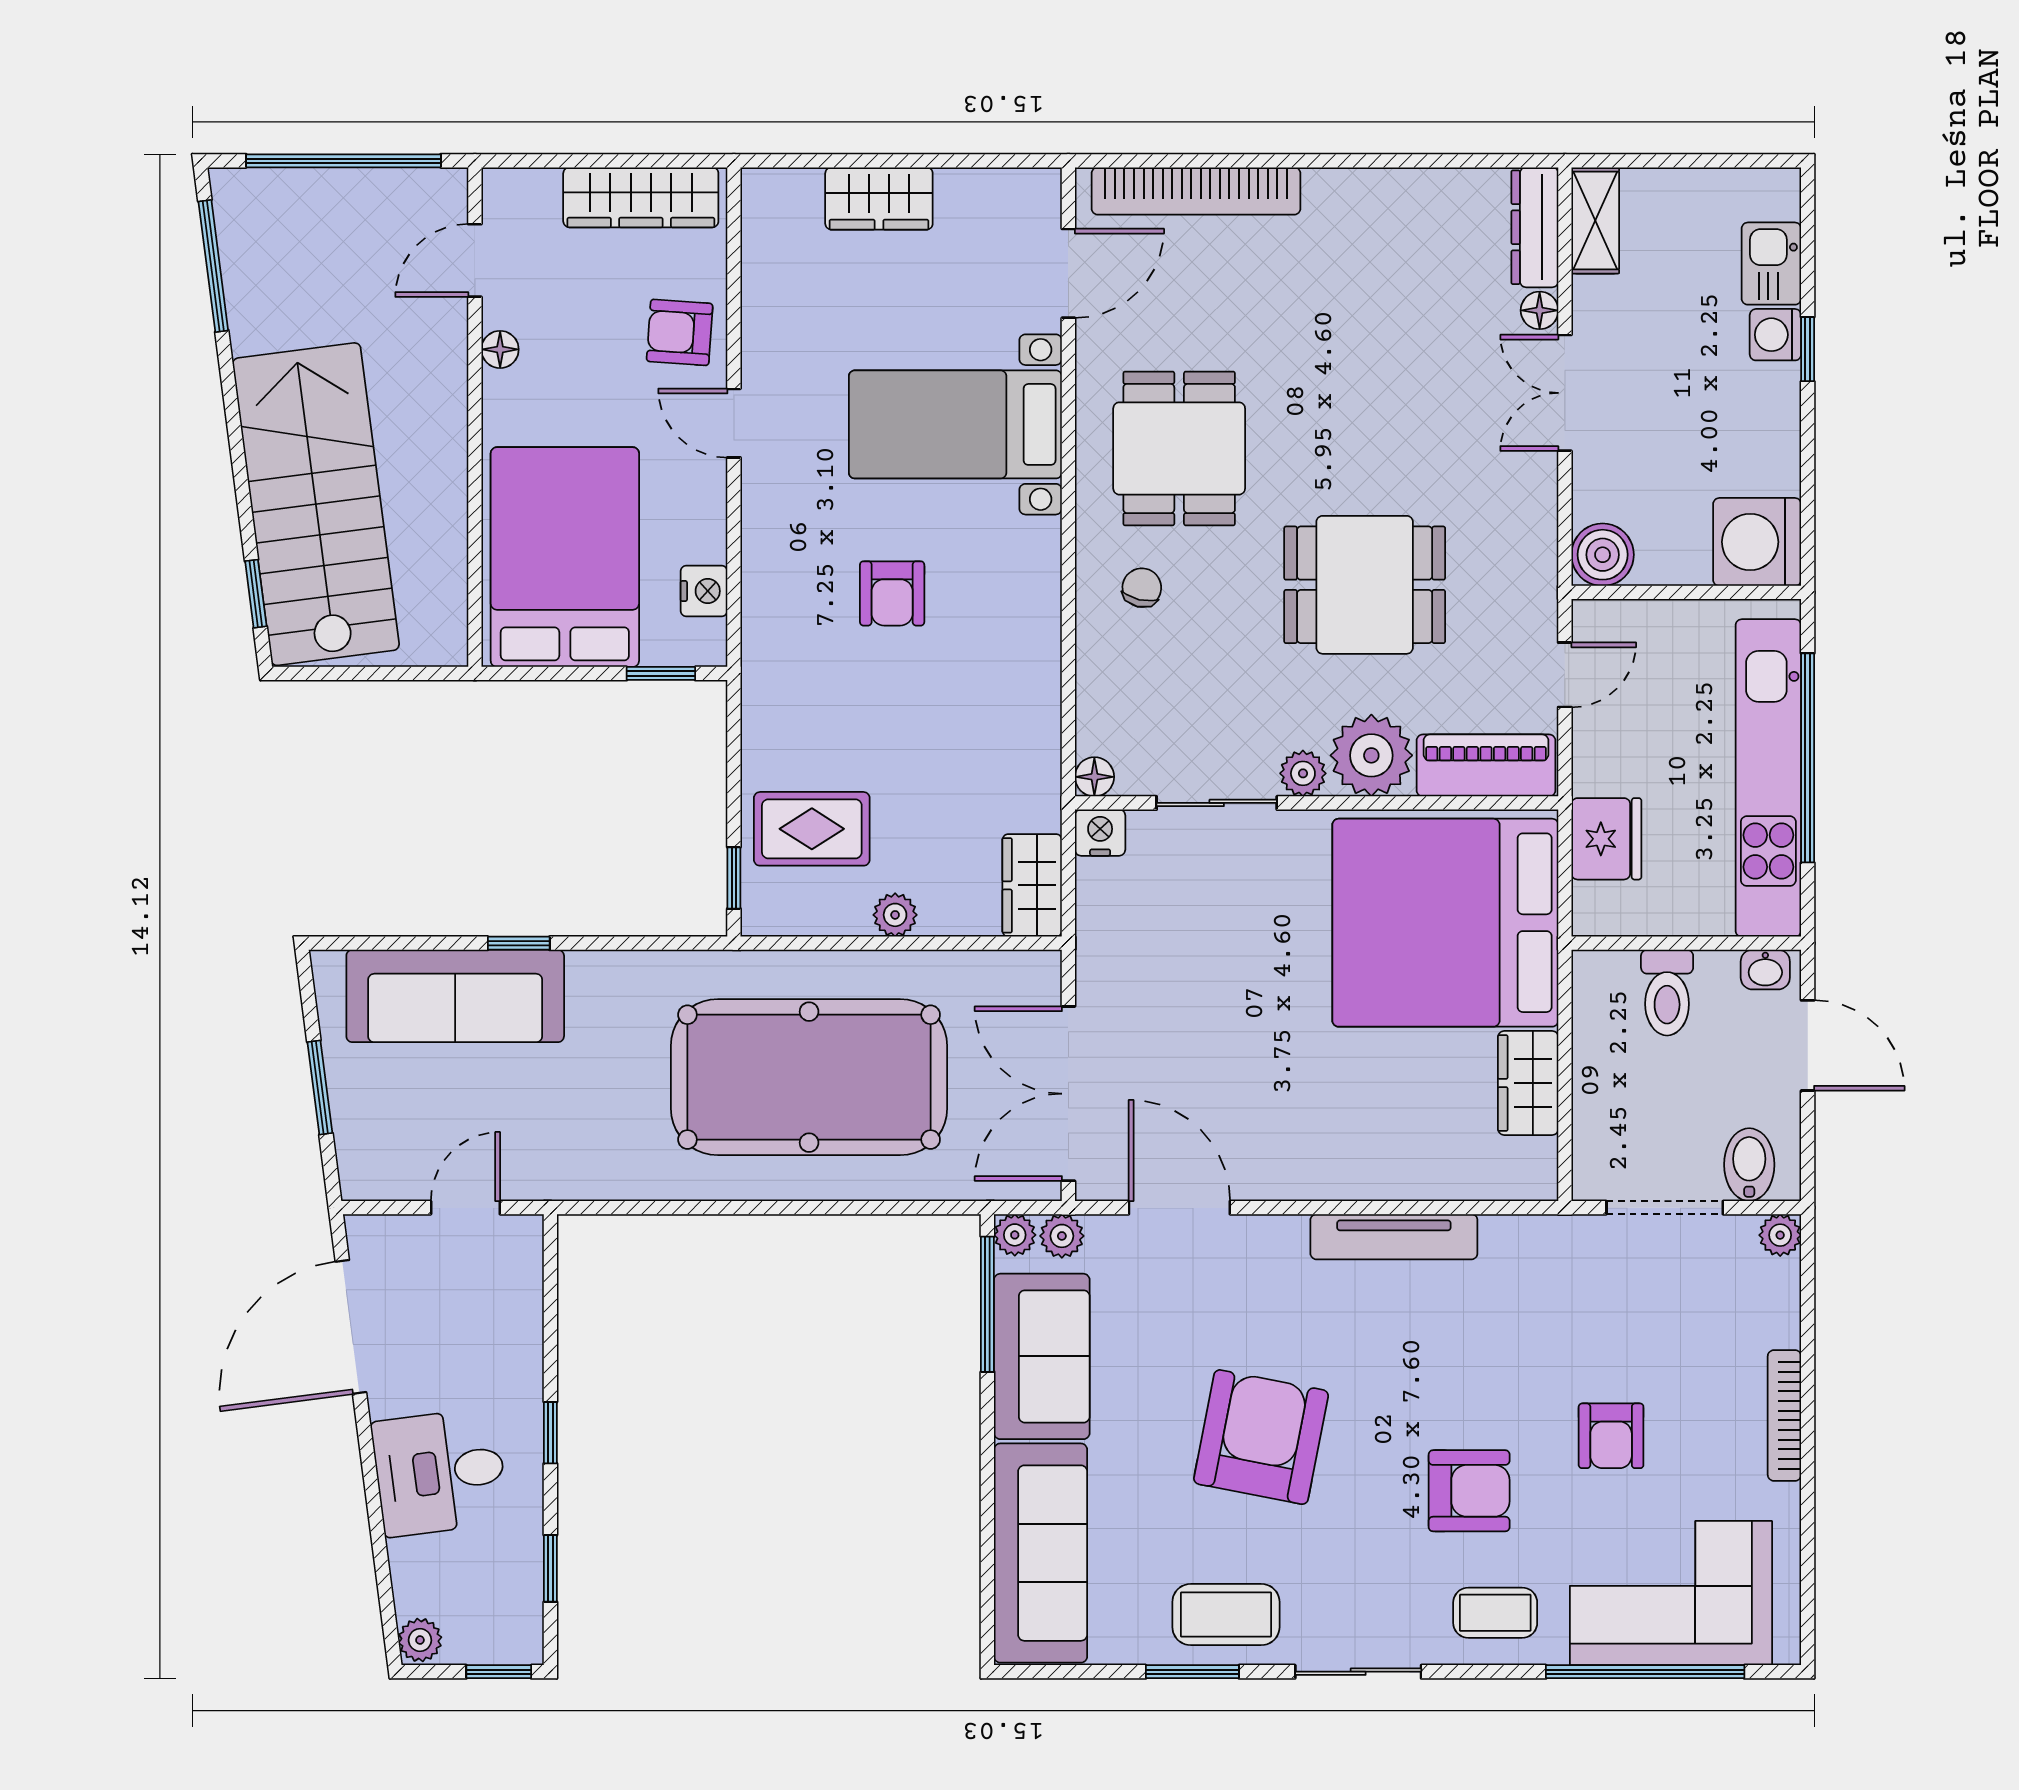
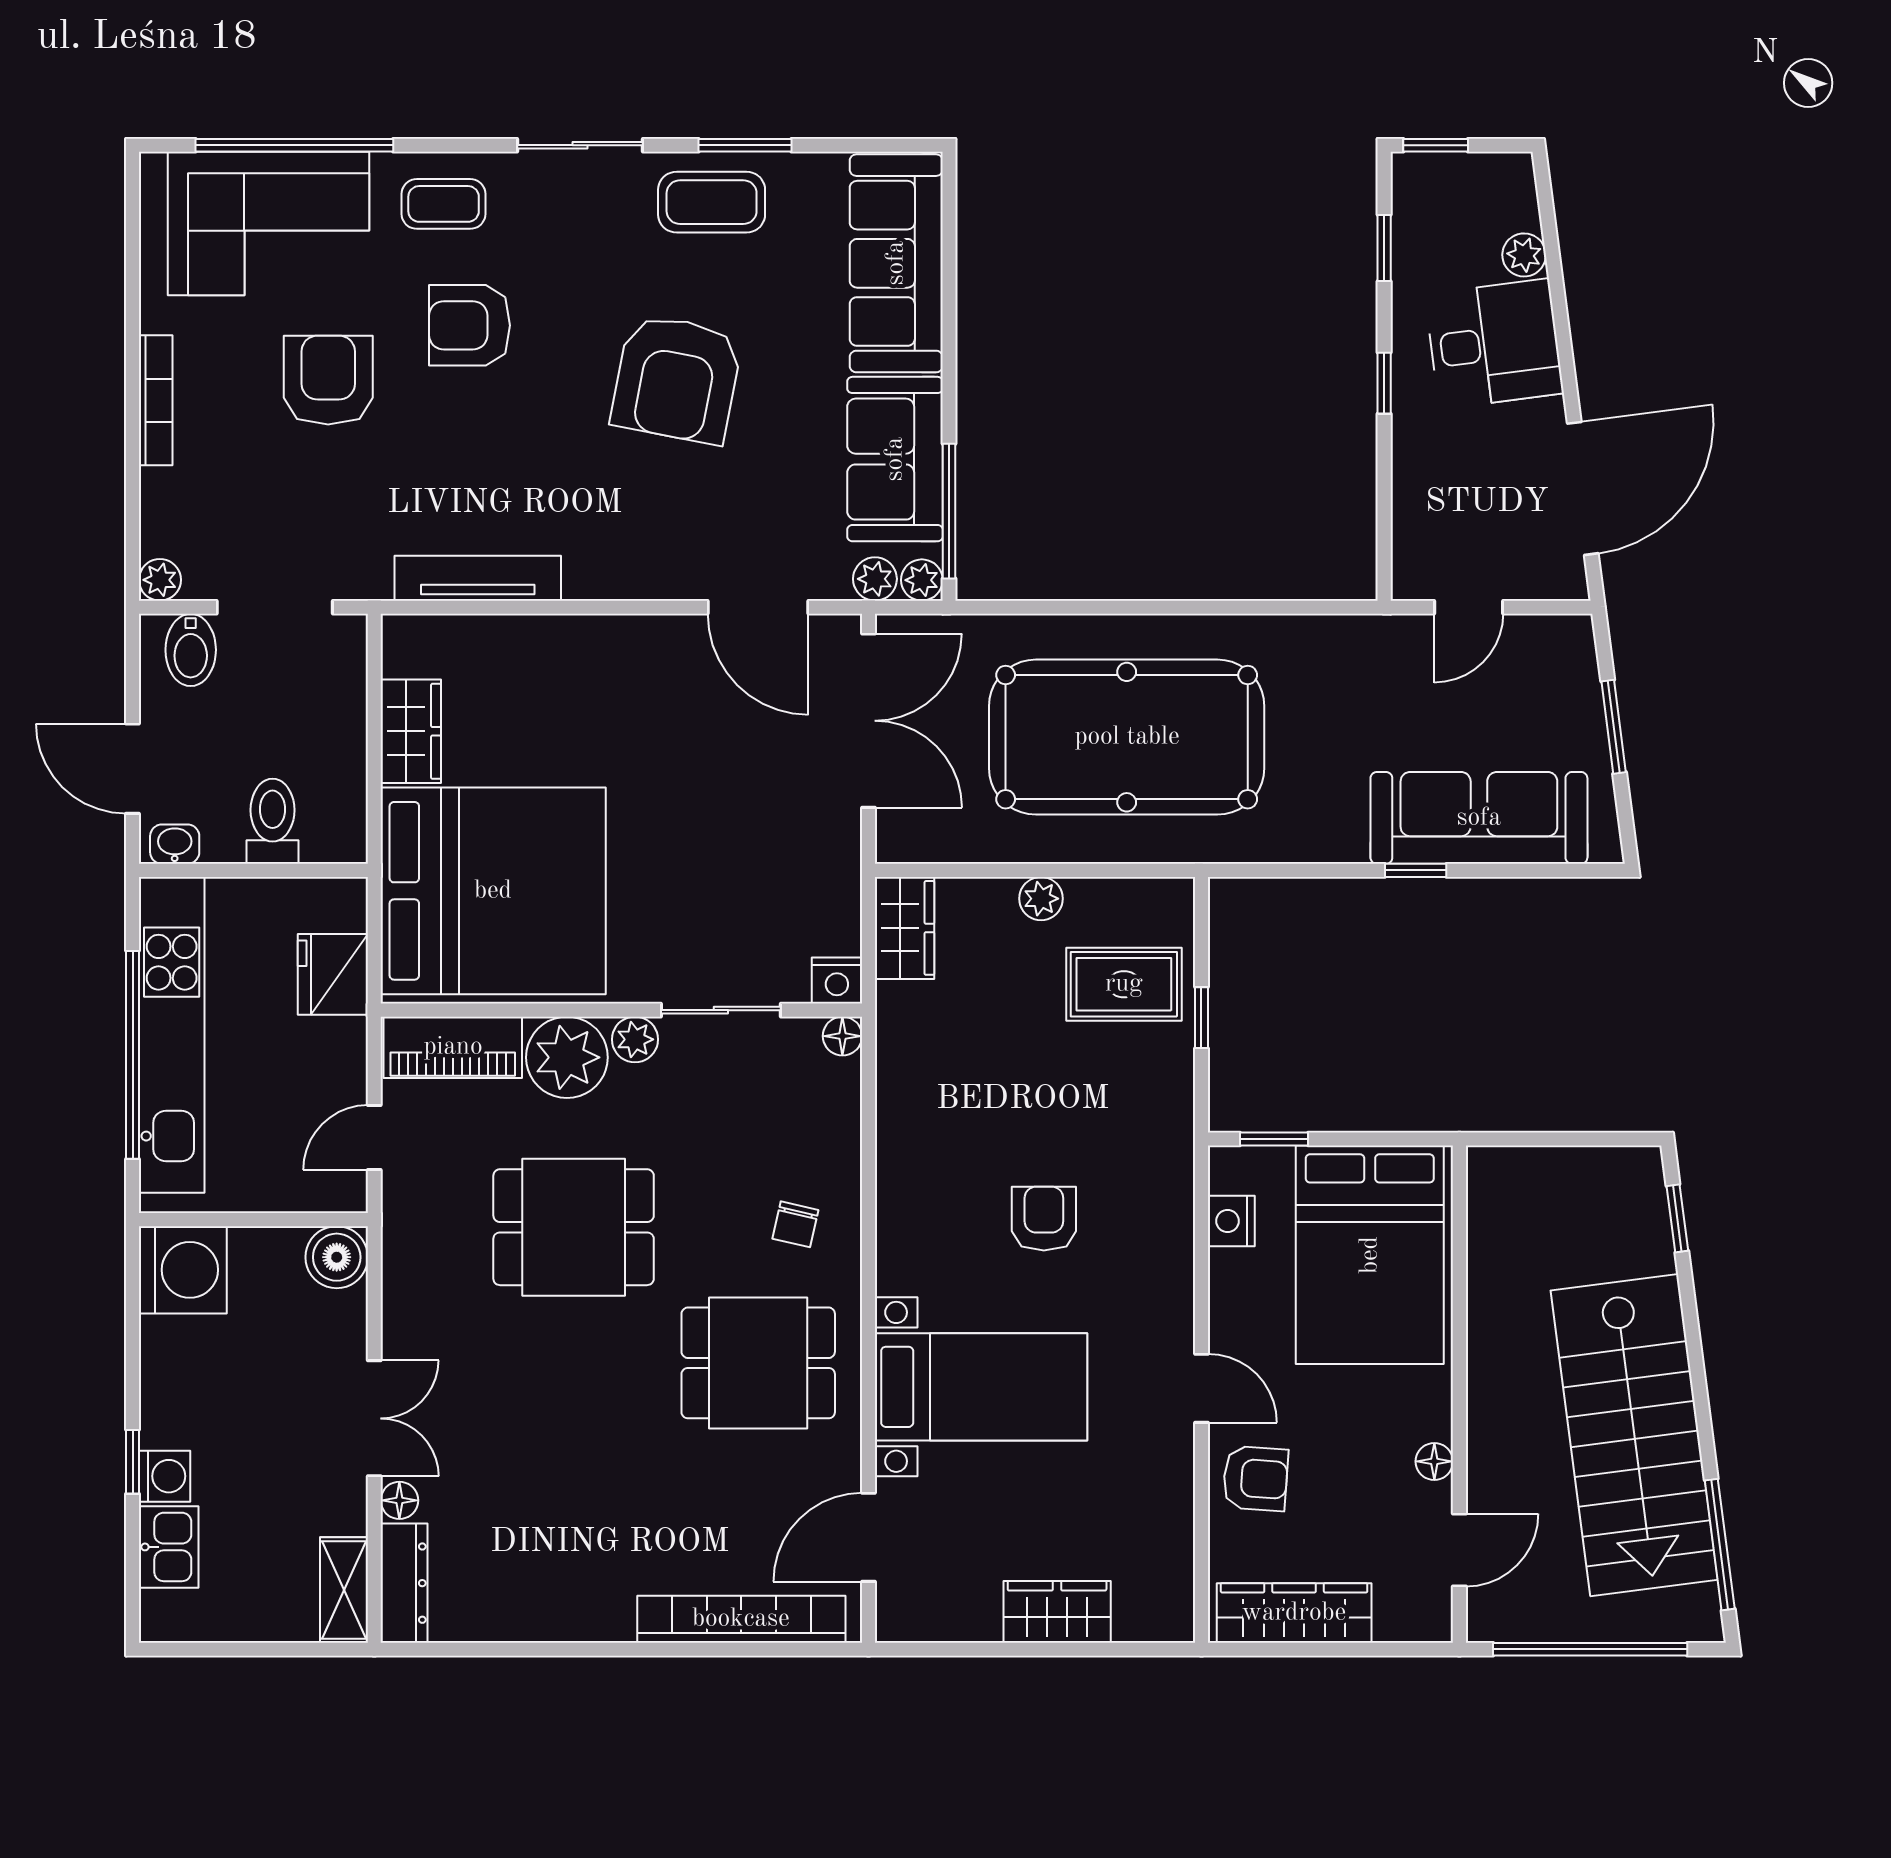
dining table: (1179, 448) -> (758, 1363), turned 90
stairs: (316, 504) -> (1634, 1435), moved
window: (734, 878) -> (1201, 1018), moved
tv unit: (1394, 1237) -> (478, 578), moved
armchair: (1611, 1436) -> (328, 380), width x1.38, depth x1.38
plant: (420, 1640) -> (1524, 255), moved

